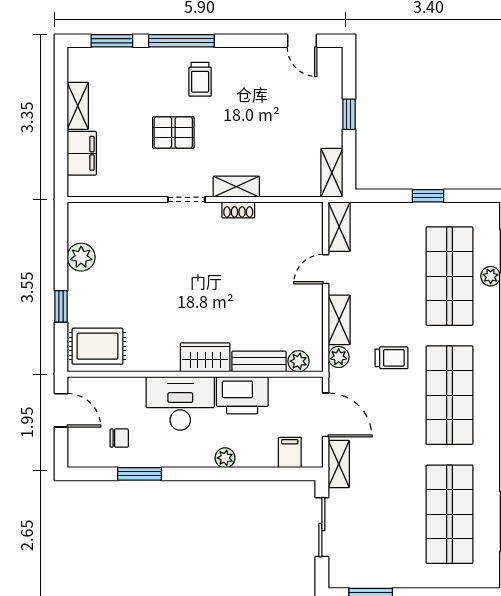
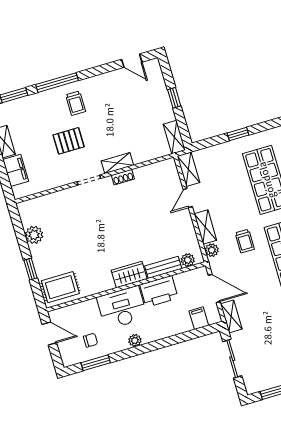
trolley: (392, 358) -> (245, 241), turned 90
plant: (225, 458) -> (135, 340), moved
window: (139, 474) -> (96, 363), moved

